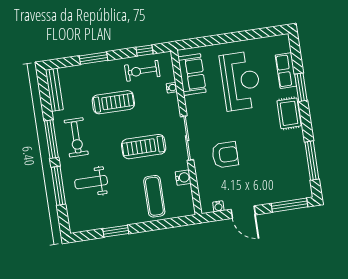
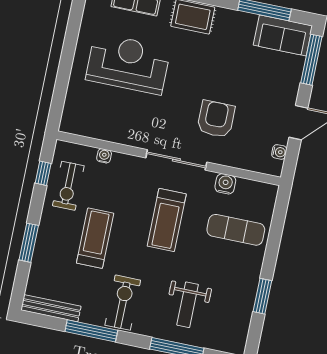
sofa: (192, 75) -> (283, 35), moved, turned 180
exercise bike: (76, 137) -> (123, 303), turned -90
window: (51, 139) -> (91, 331), moved

